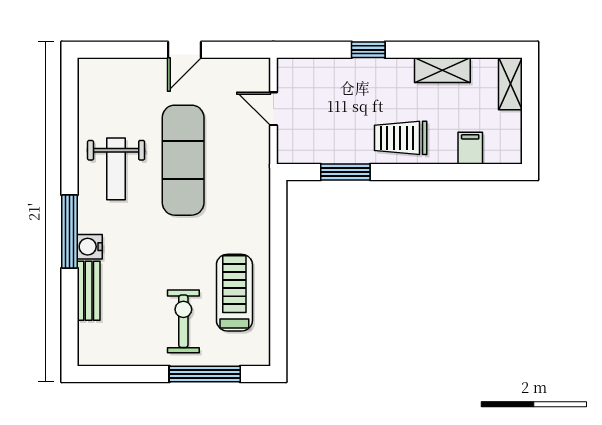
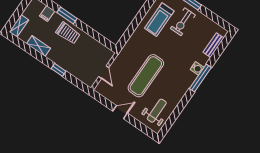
weight bench: (116, 169) -> (157, 111), moved
window: (345, 172) -> (67, 15), moved
bench: (89, 291) -> (214, 45), moved

